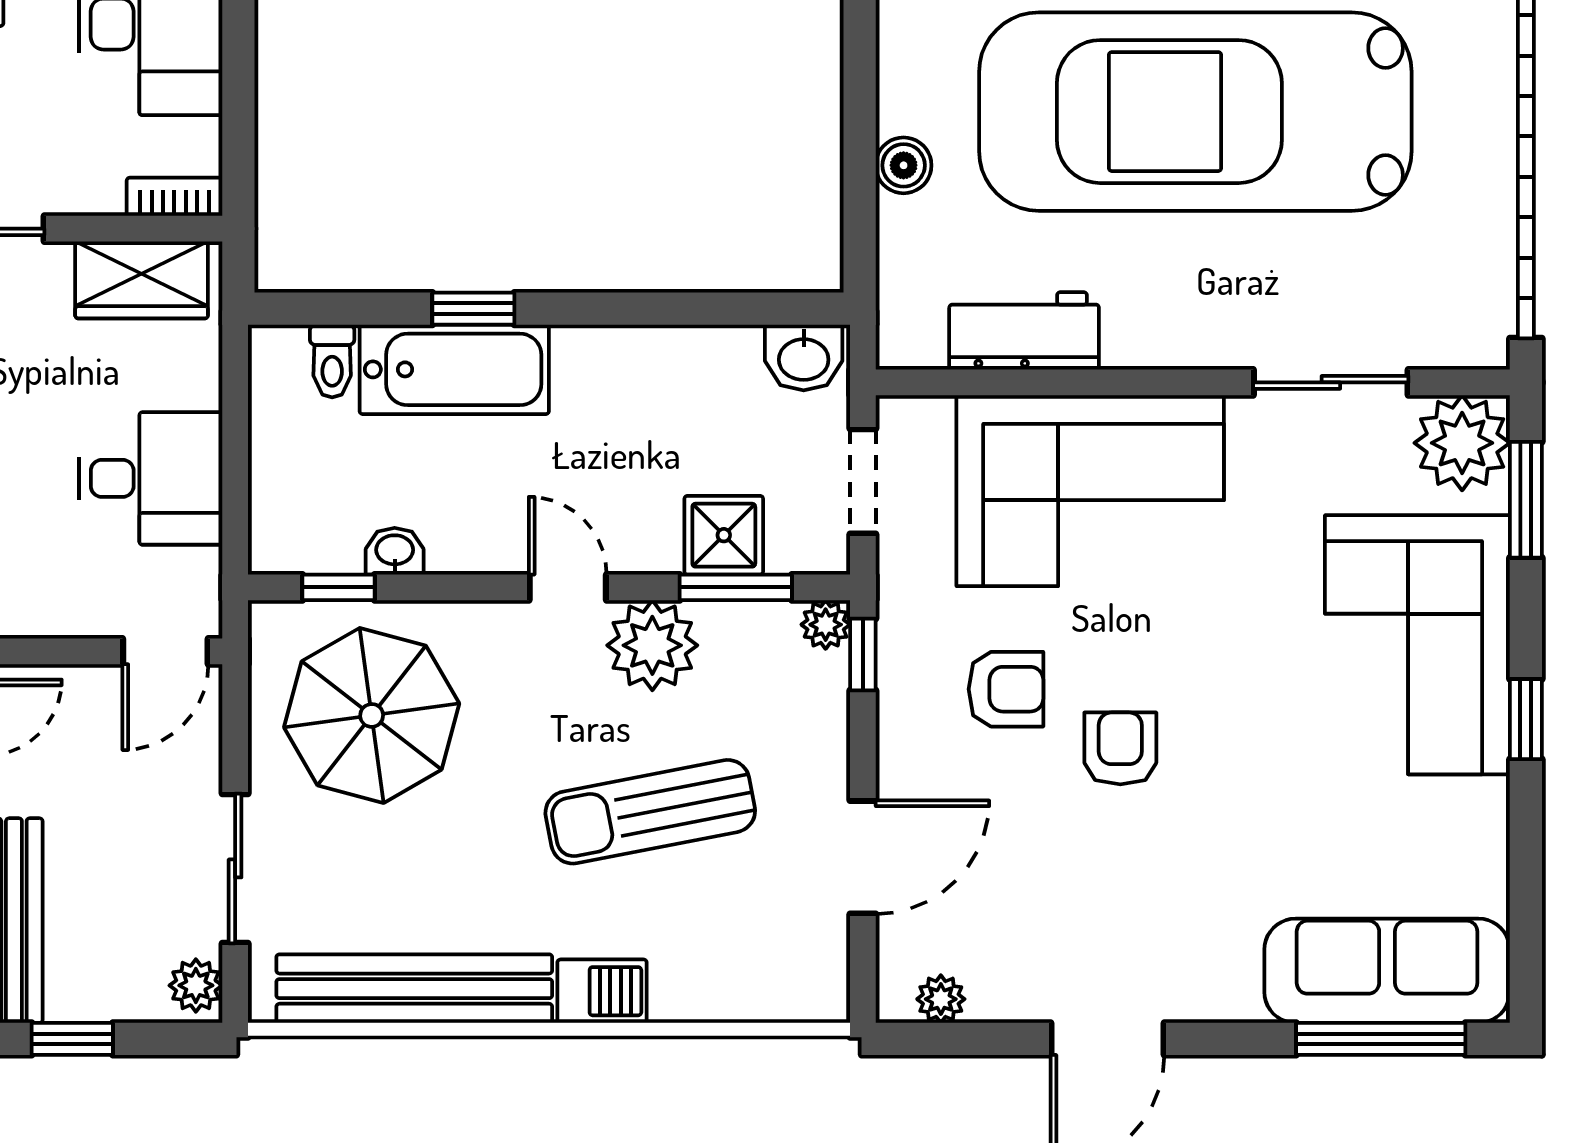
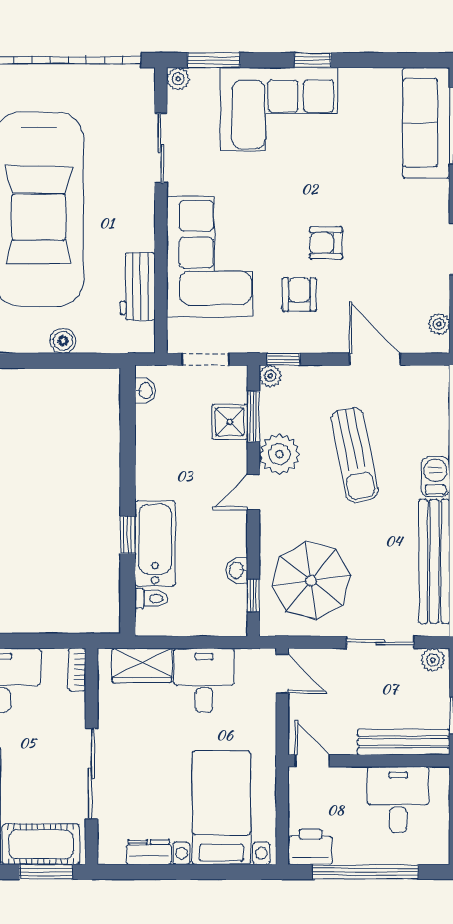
wardrobe: (142, 280) -> (142, 665), moved, turned 90
washbasin: (804, 358) -> (145, 391), width x0.72, depth x0.69
plant: (1462, 443) -> (178, 79), width x0.53, depth x0.53

